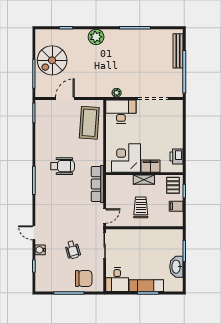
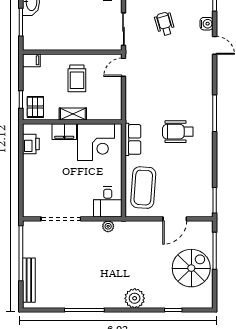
desk: (121, 112) -> (108, 202), width x0.73
row of seats: (97, 184) -> (133, 139), moved, width x0.68
filing cabinet: (176, 206) -> (31, 60), moved

